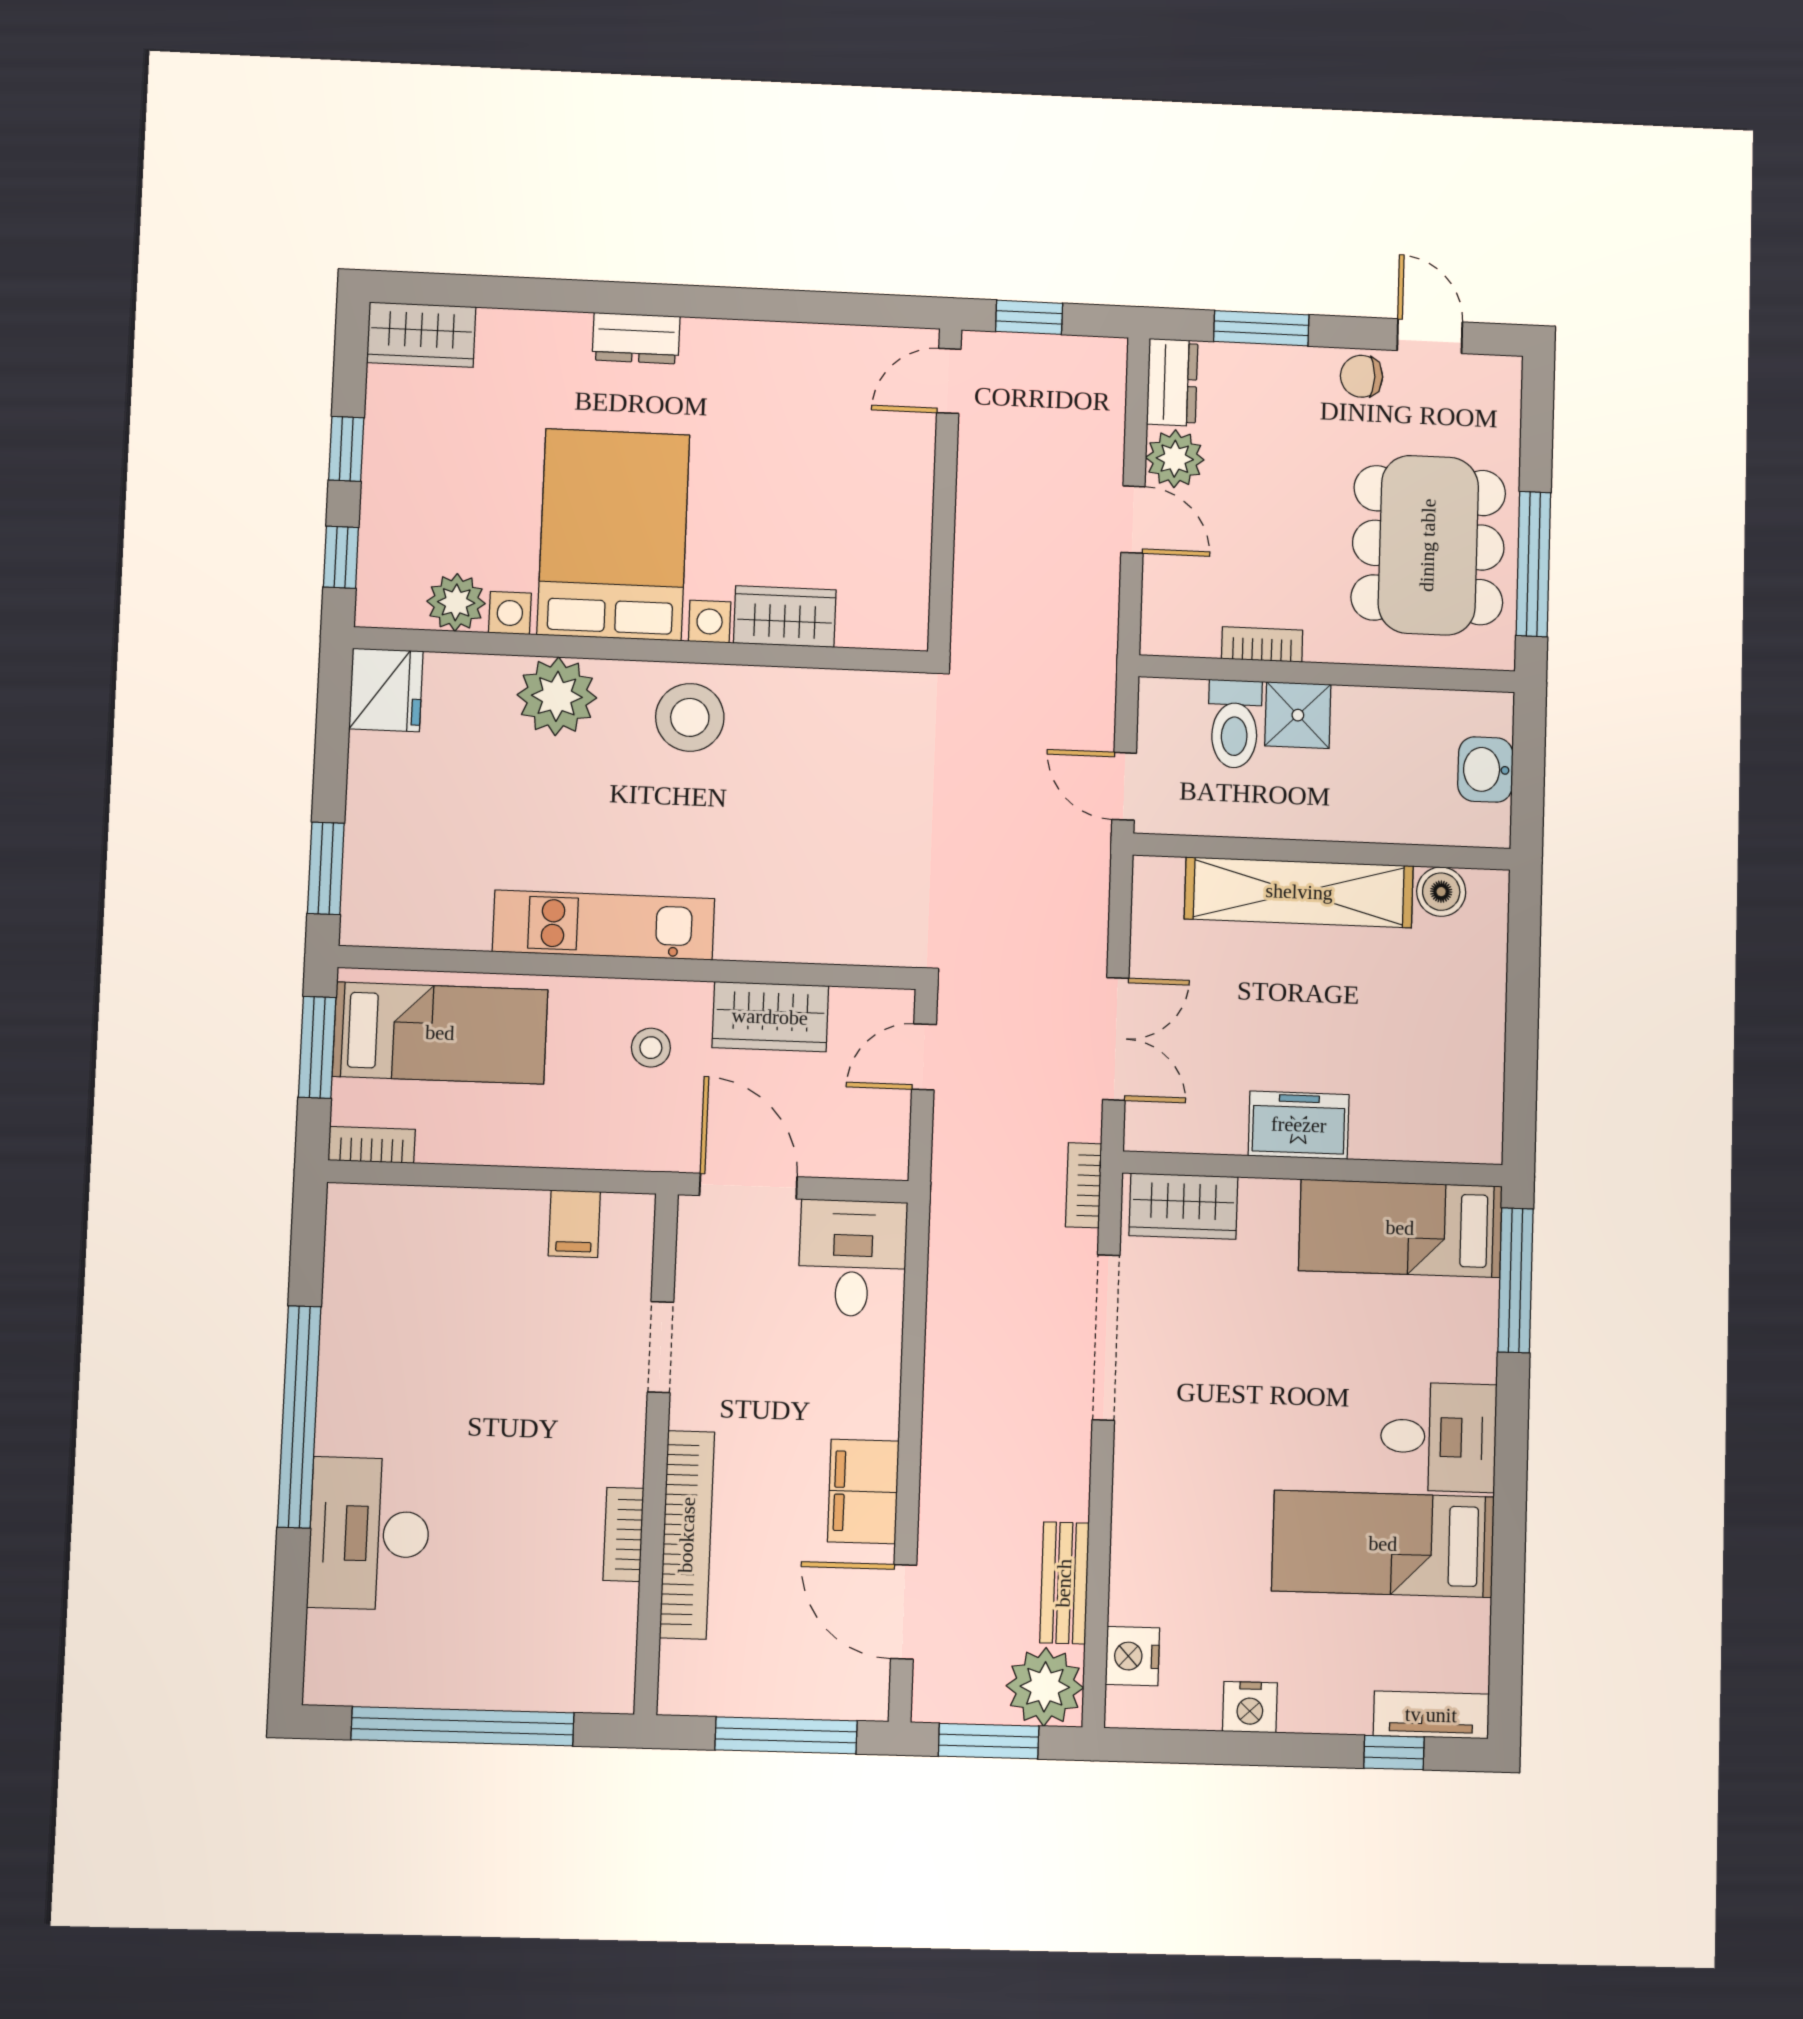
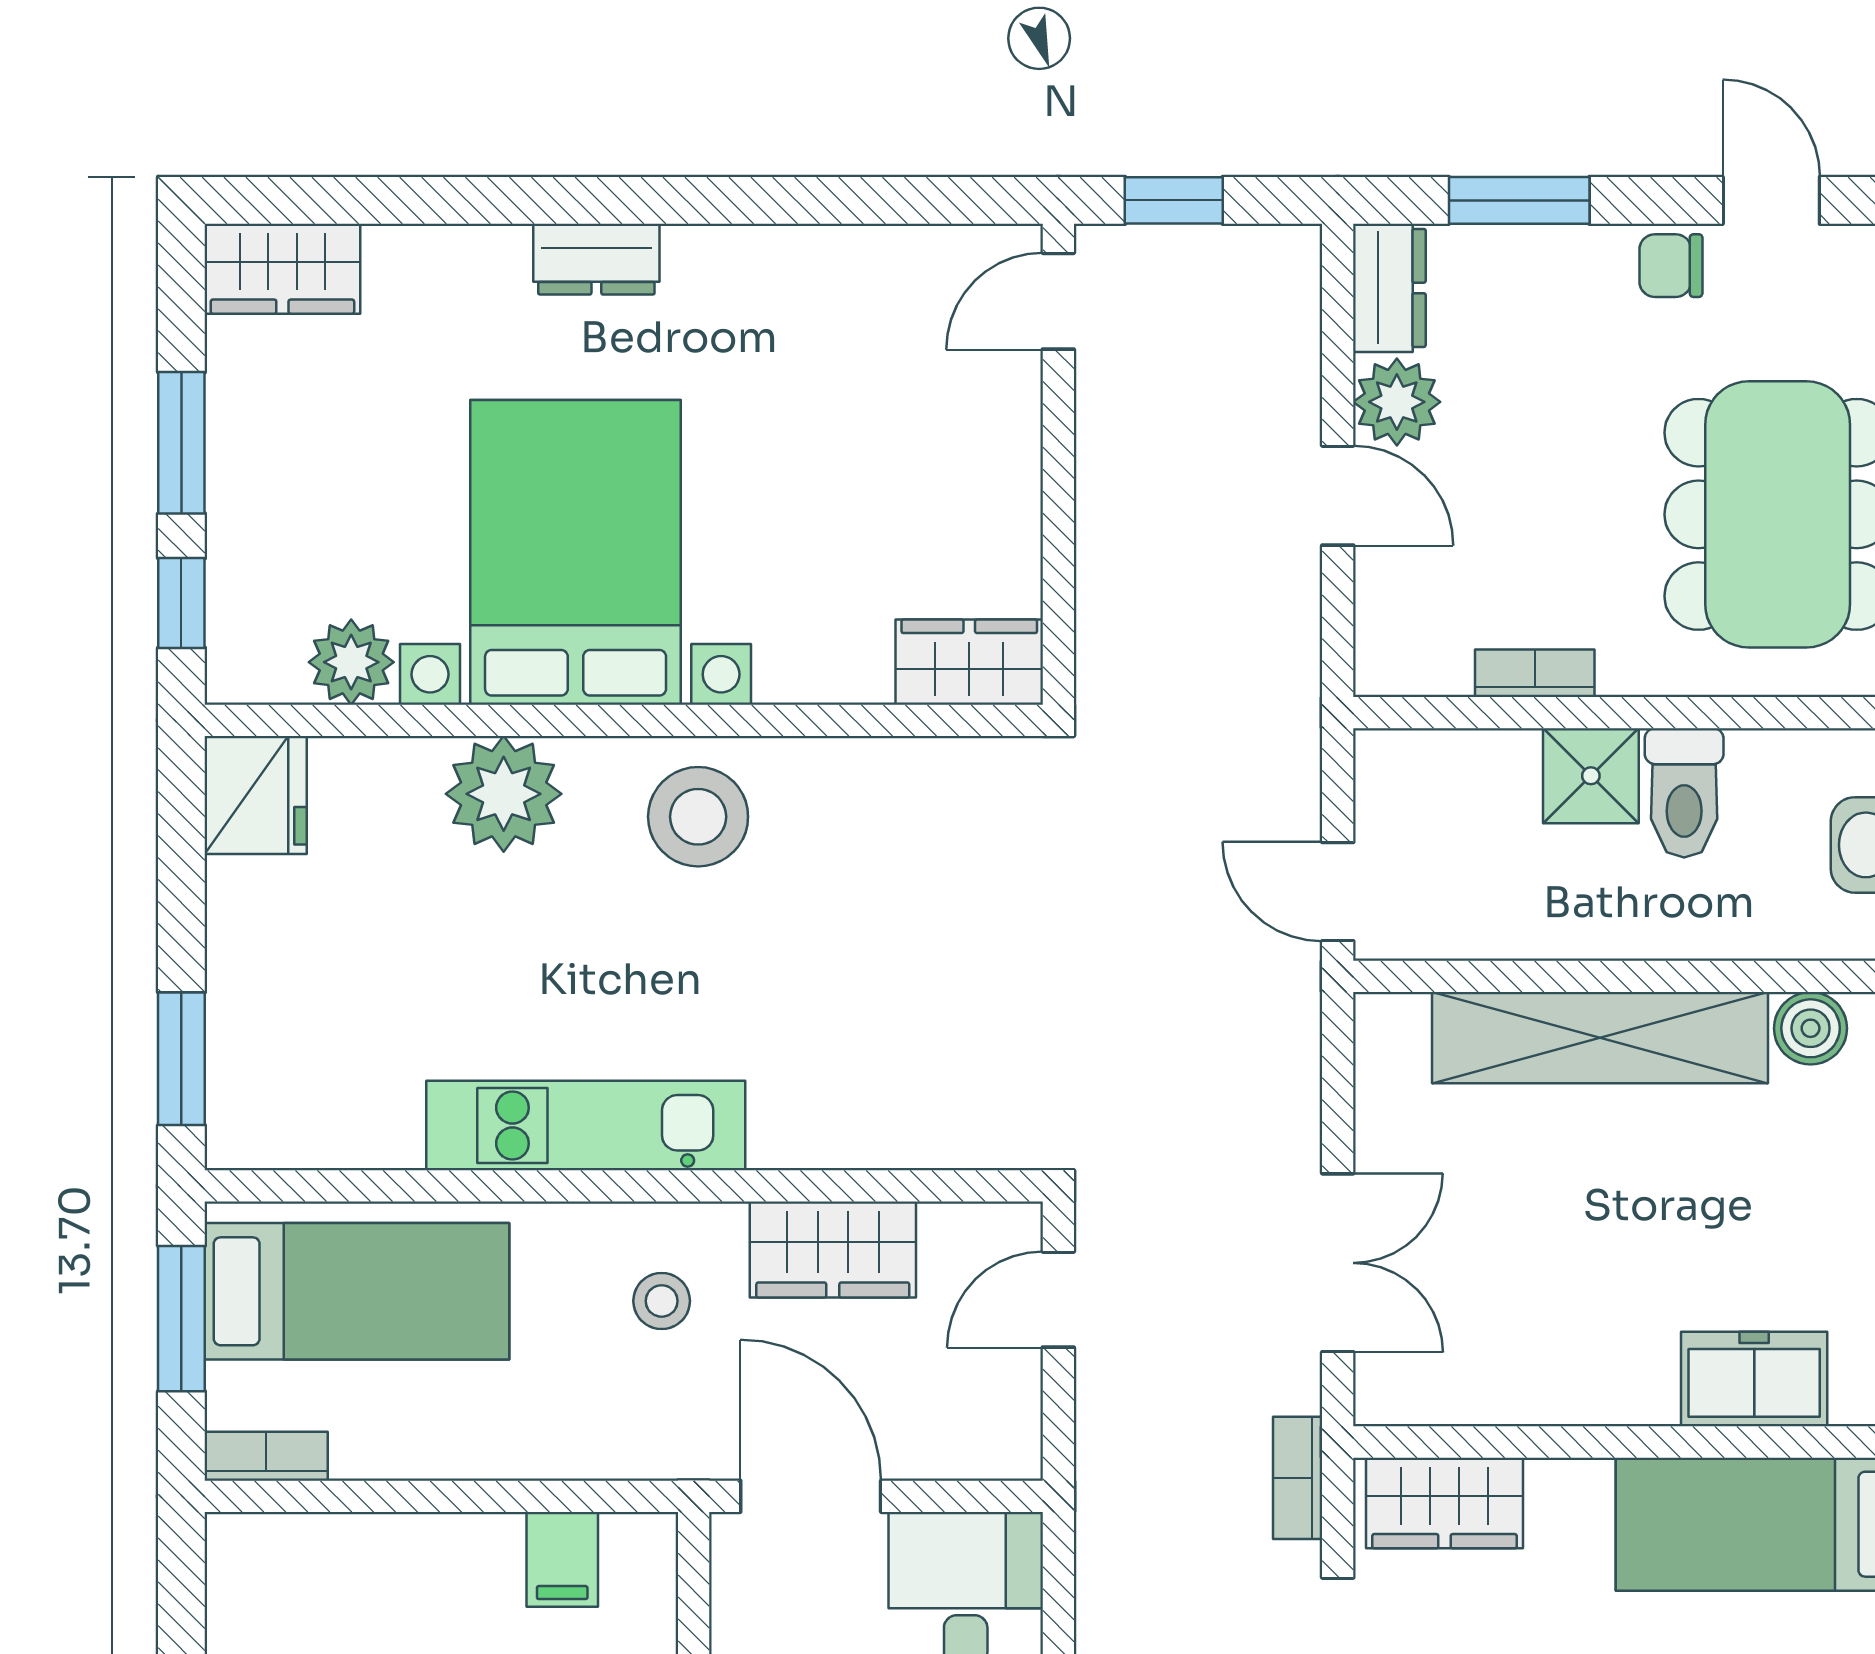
window: (346, 449) -> (181, 443), width x1.50
wardrobe: (785, 617) -> (969, 662), moved
toilet: (1235, 724) -> (1684, 793), moved
freezer: (1299, 1125) -> (1754, 1379), moved

